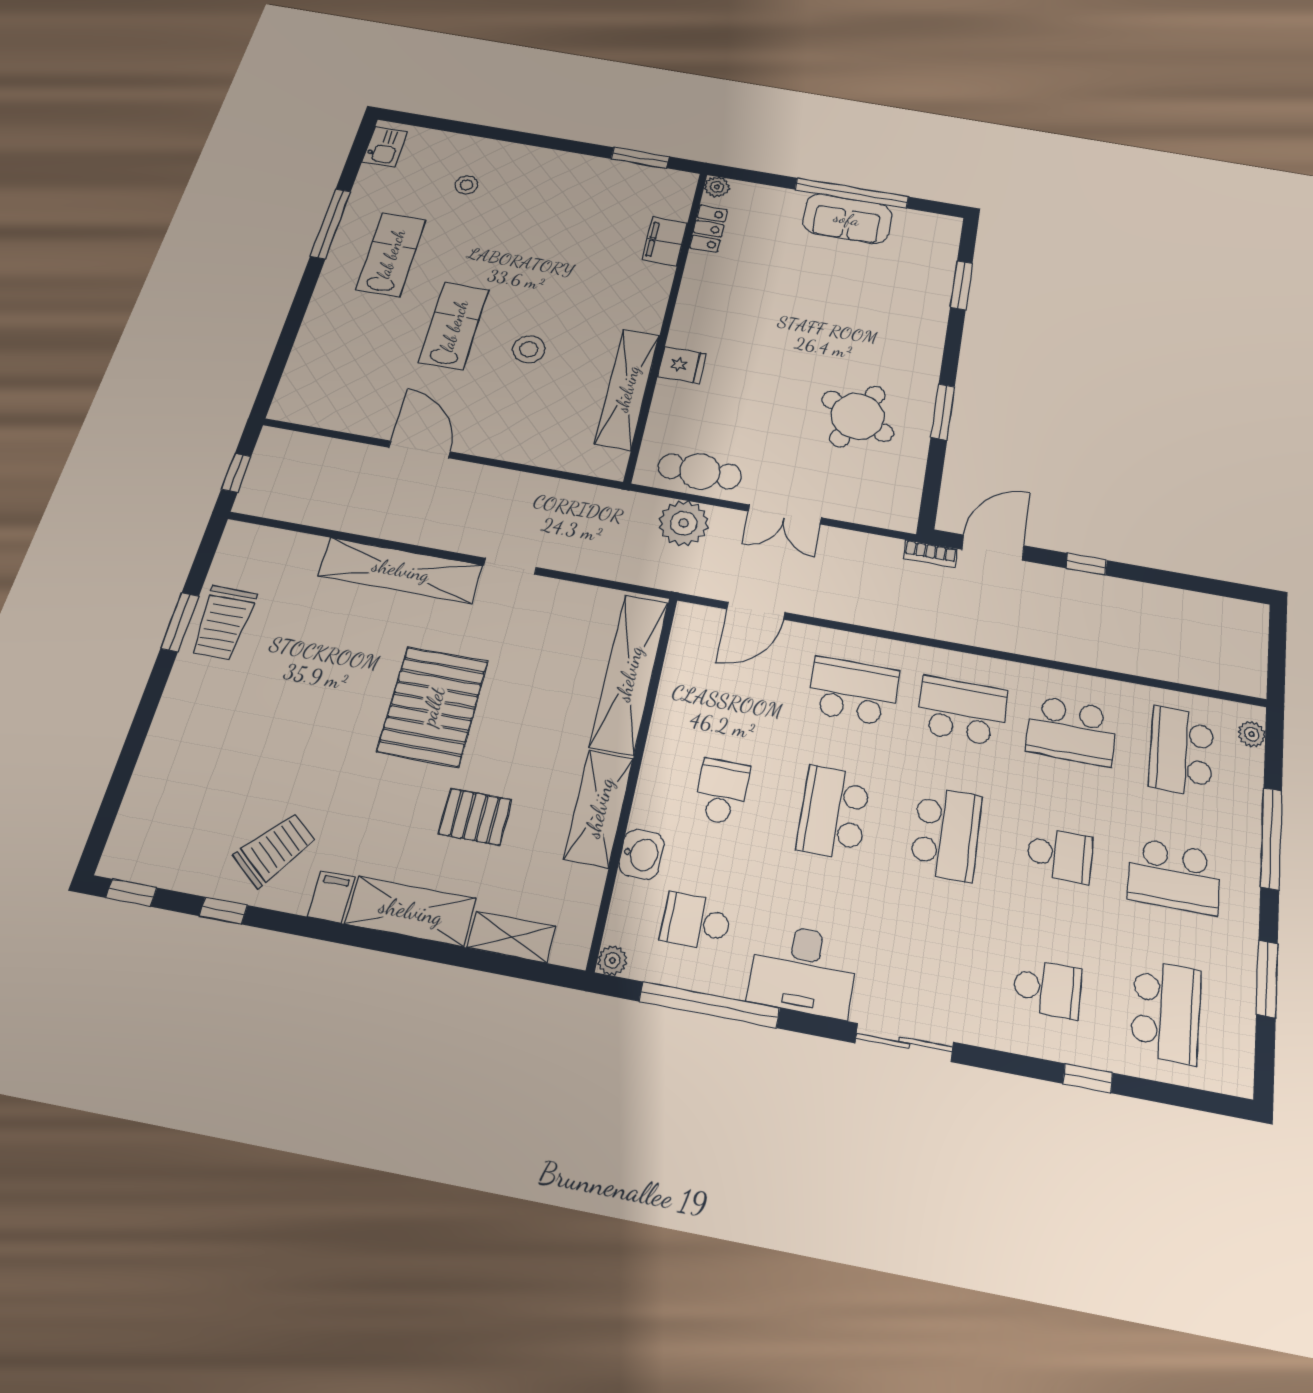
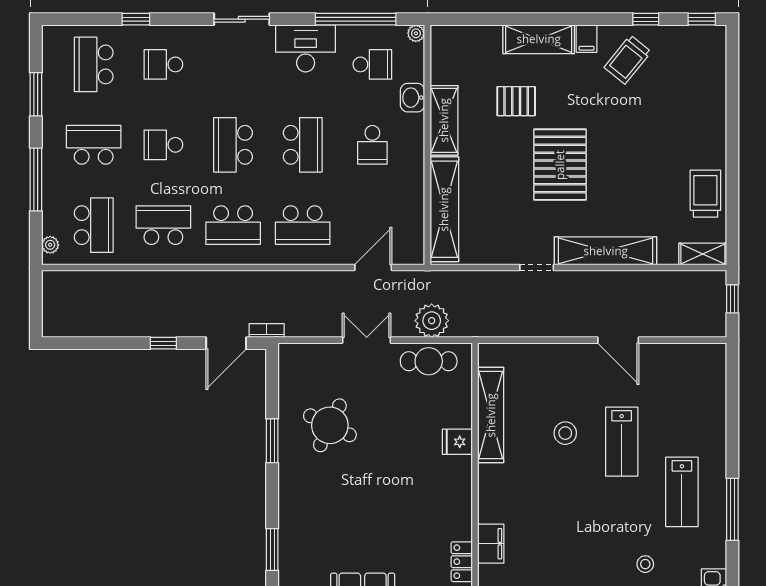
window: (180, 622) -> (732, 189), removed
shelving: (511, 937) -> (703, 254), moved

